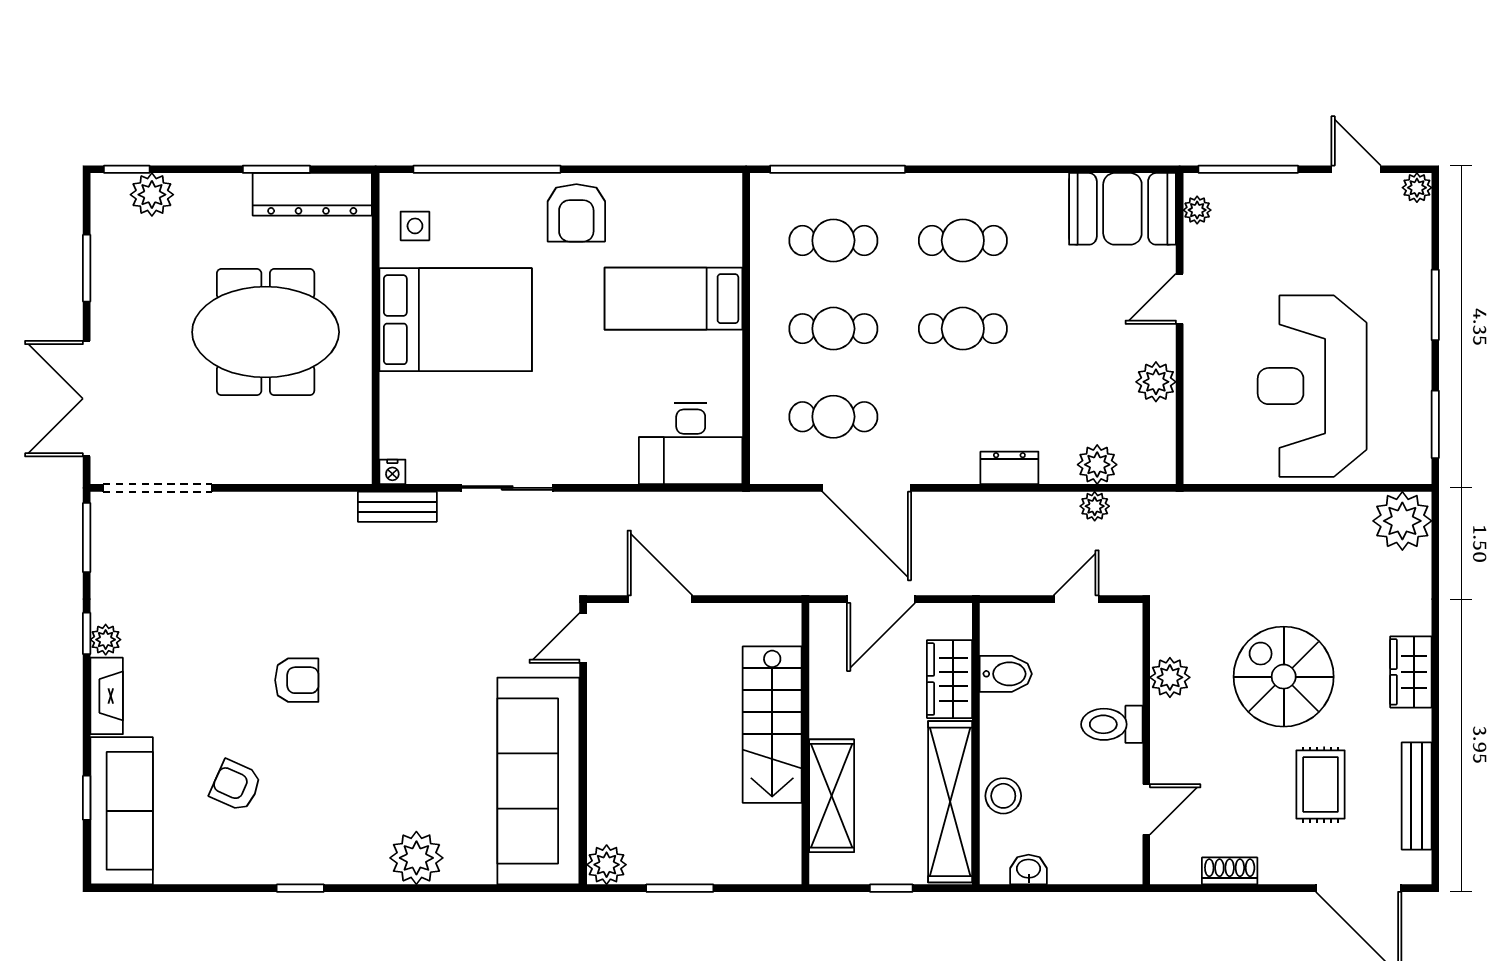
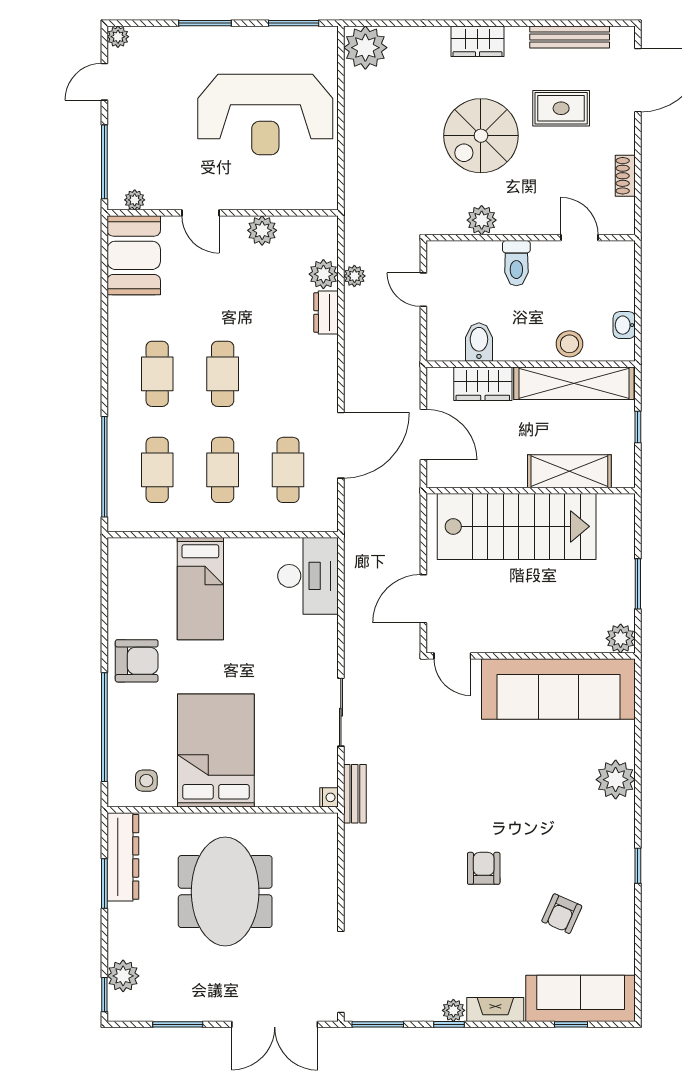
dresser: (1009, 468) -> (326, 313), moved
stairs: (772, 725) -> (517, 526), width x1.36, depth x1.51

